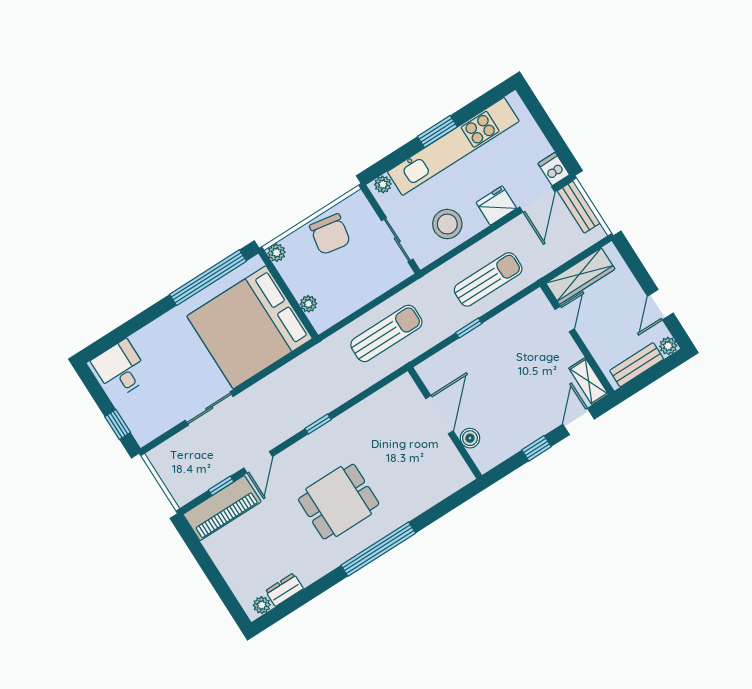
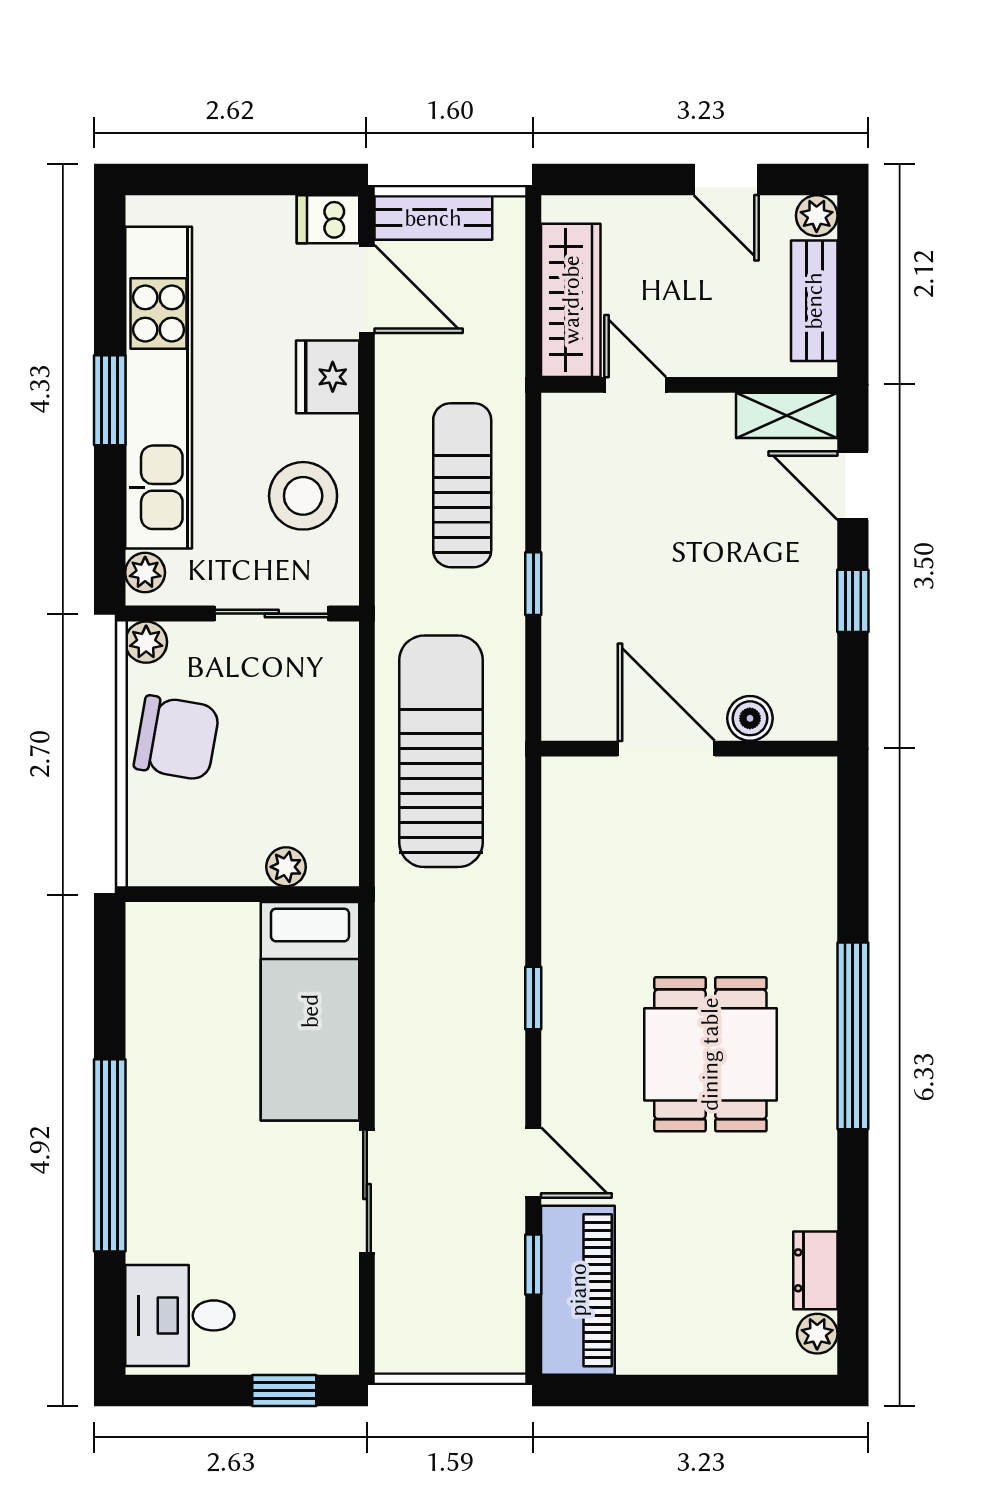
plant: (277, 253) -> (146, 642), moved
window: (208, 278) -> (110, 1155), moved
bed: (250, 327) -> (310, 1011), width x0.49
sun lounger: (386, 333) -> (441, 751), width x1.36, depth x1.34

